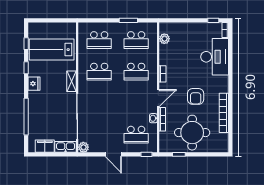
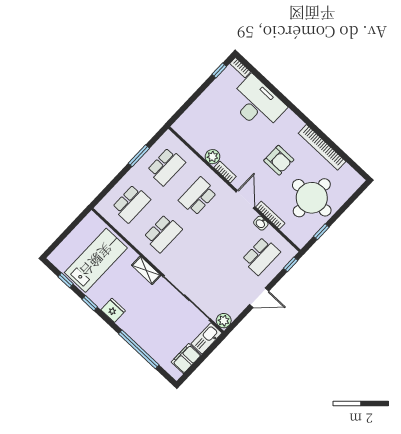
plant: (164, 39) -> (213, 157), moved
lab bench: (52, 50) -> (96, 260), turned 180
school desk: (136, 72) -> (198, 196), turned 180

